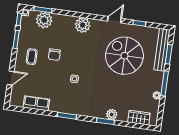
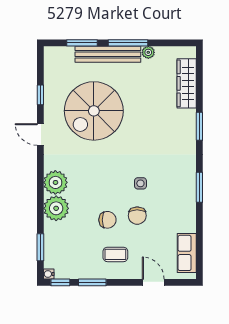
plant: (44, 20) -> (56, 208), moved
bench: (162, 50) -> (108, 54), moved
chair: (54, 74) -> (137, 216), added
row of seats: (36, 103) -> (187, 253), moved
plant: (112, 114) -> (188, 118), removed
wardrobe: (139, 118) -> (187, 83), width x1.50

